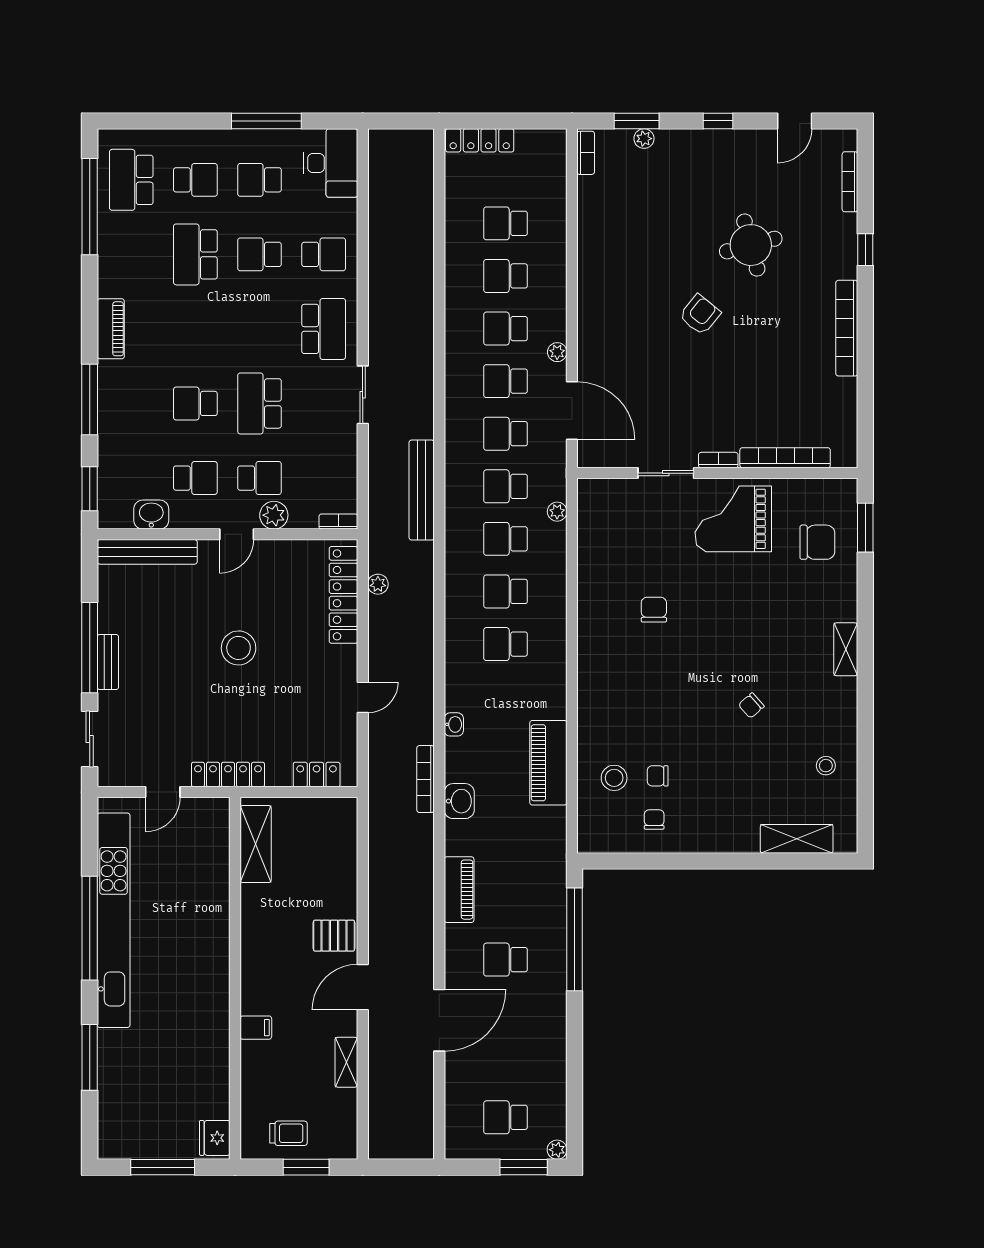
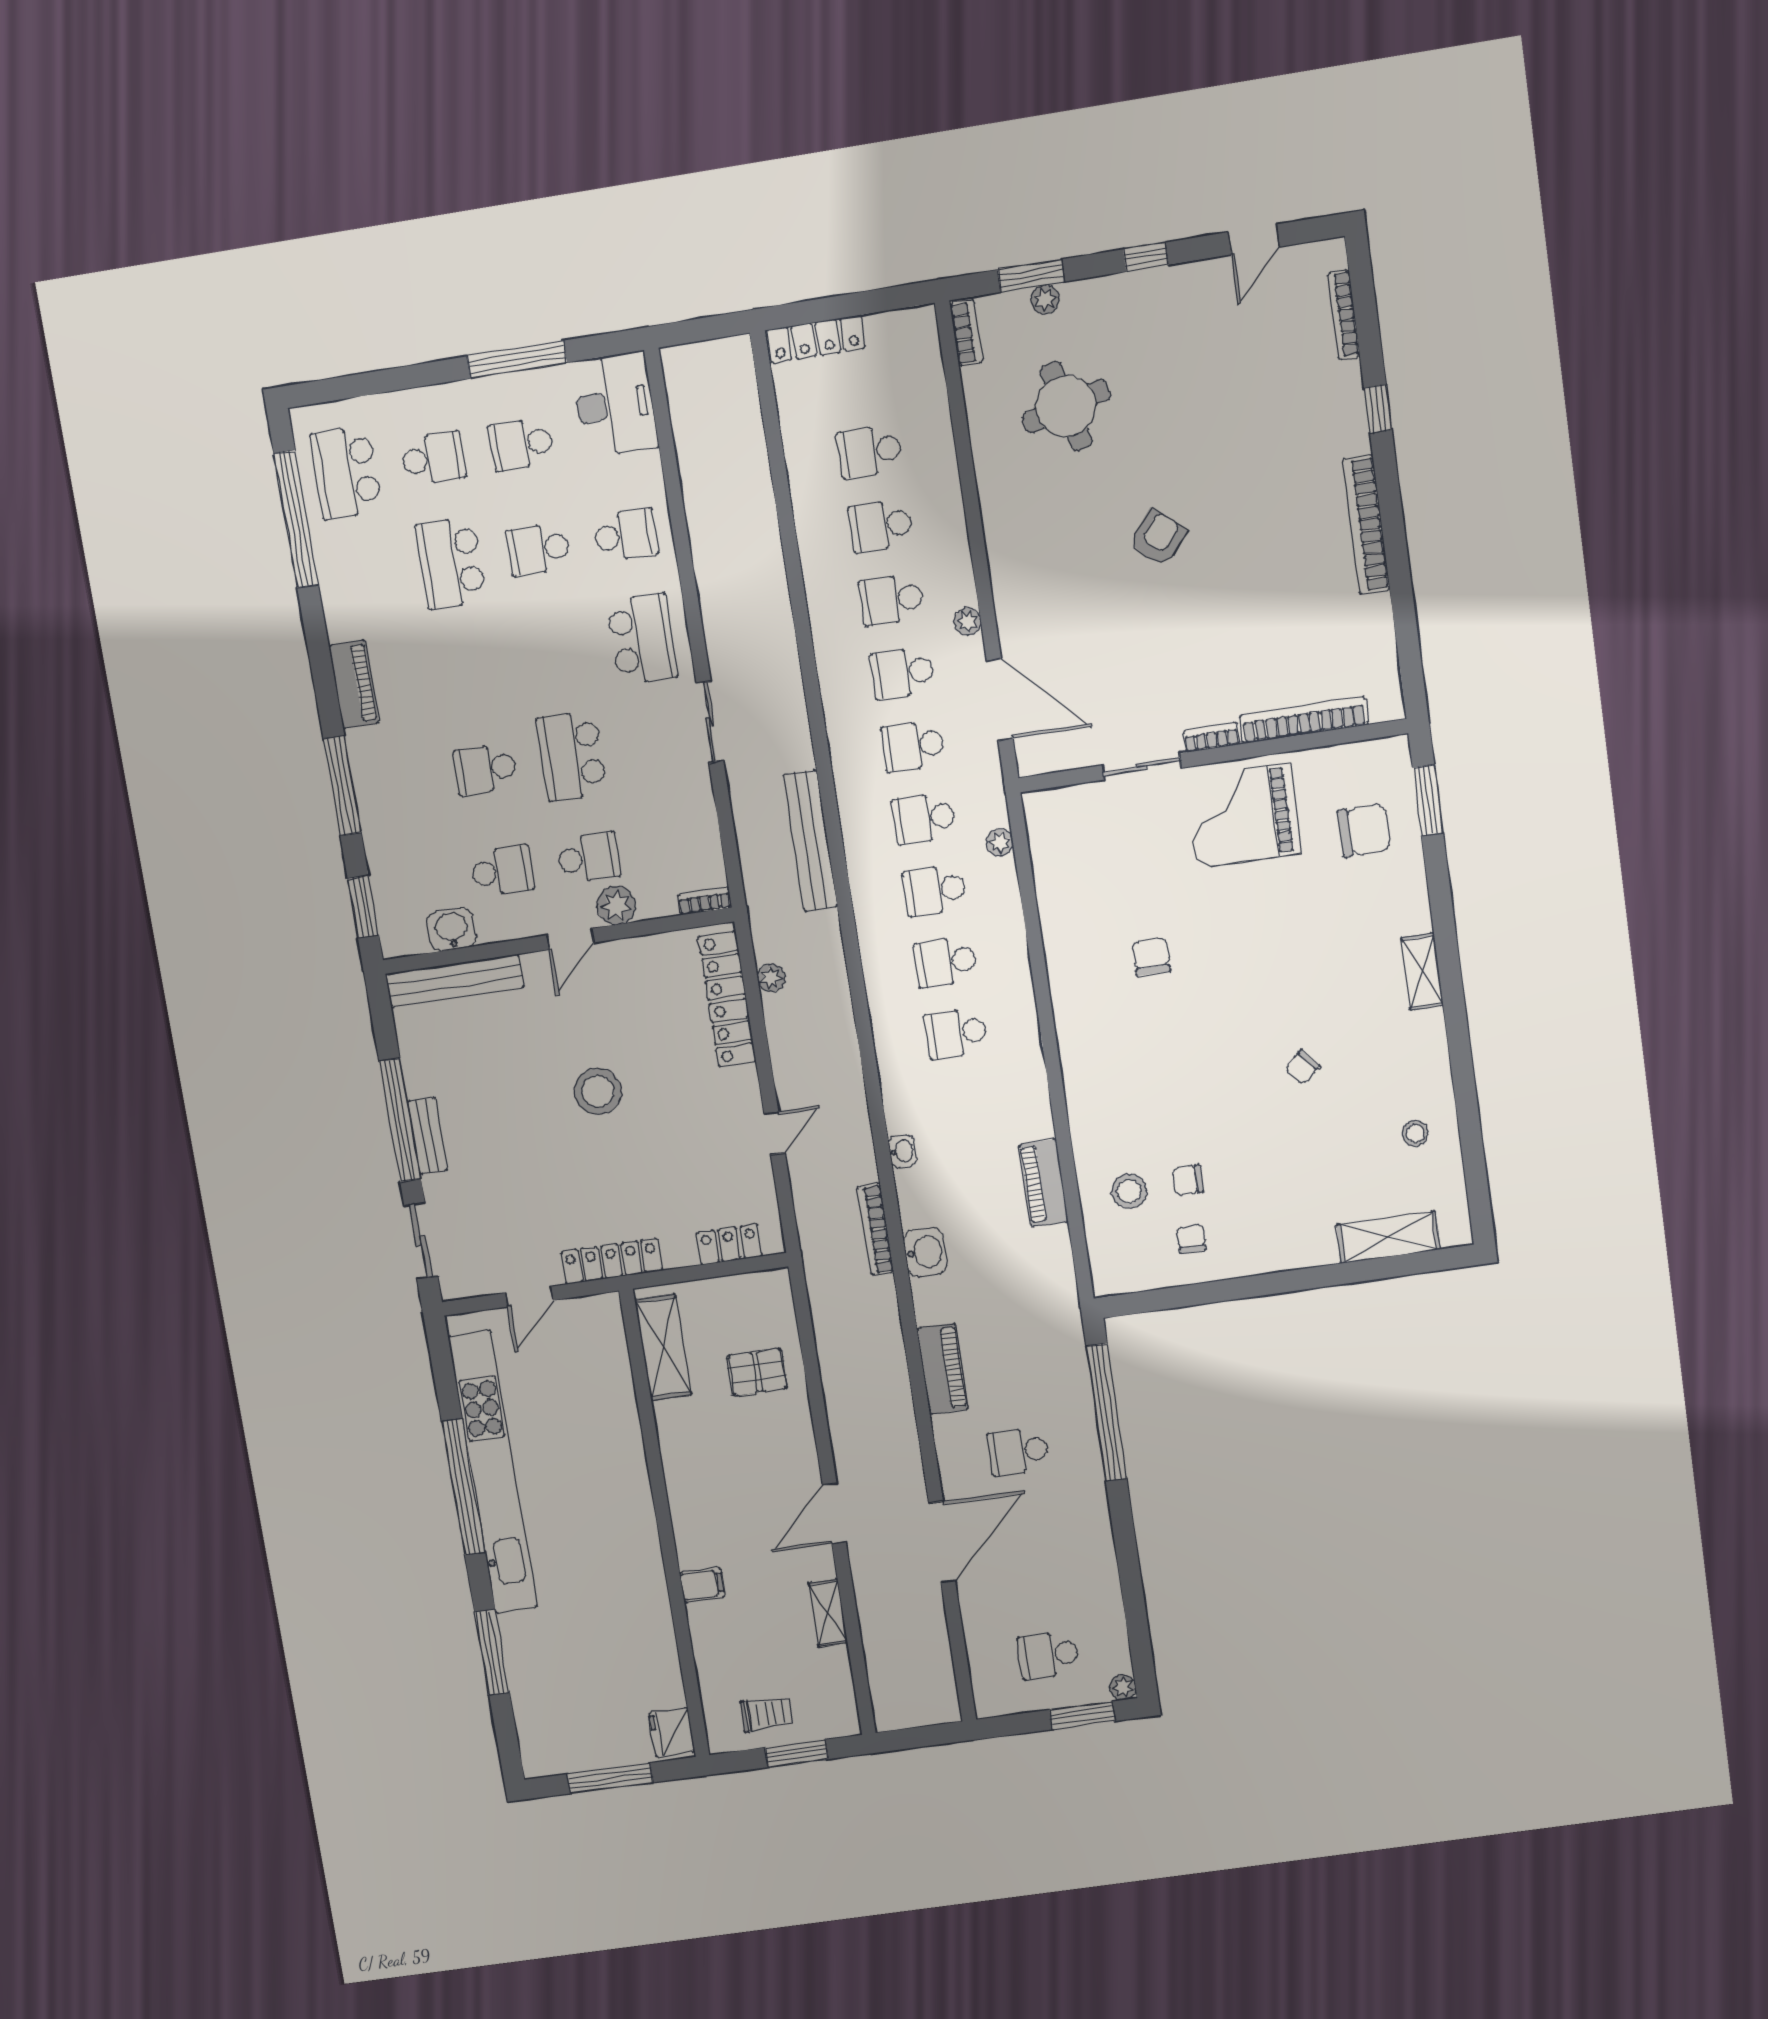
round table: (751, 245) -> (1066, 406), moved
piano: (548, 763) -> (1044, 1183), width x0.73, depth x0.75
pallet: (334, 936) -> (757, 1372), moved

